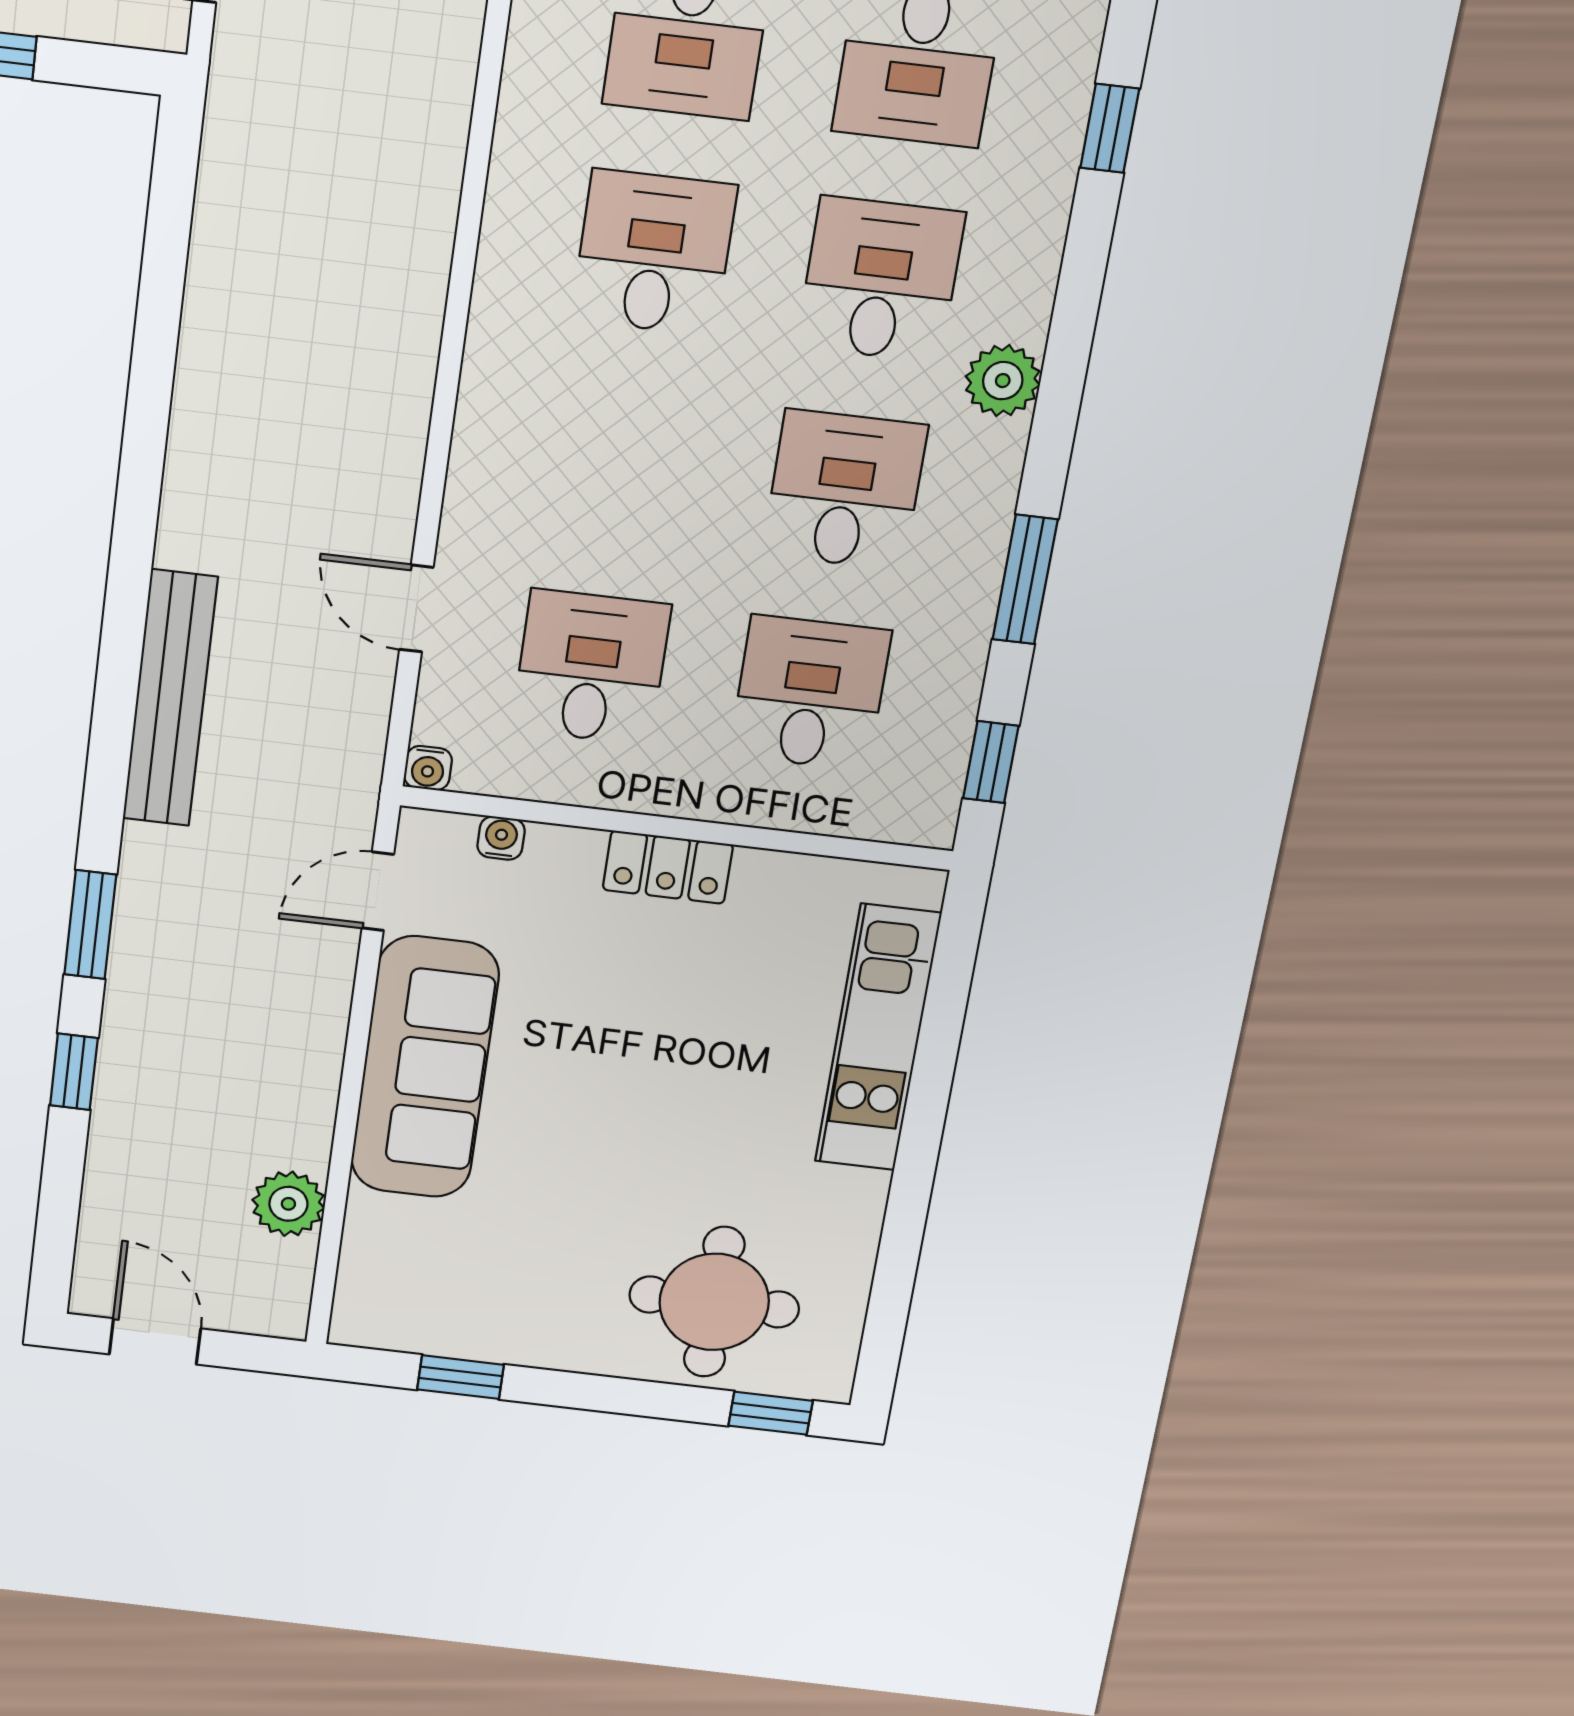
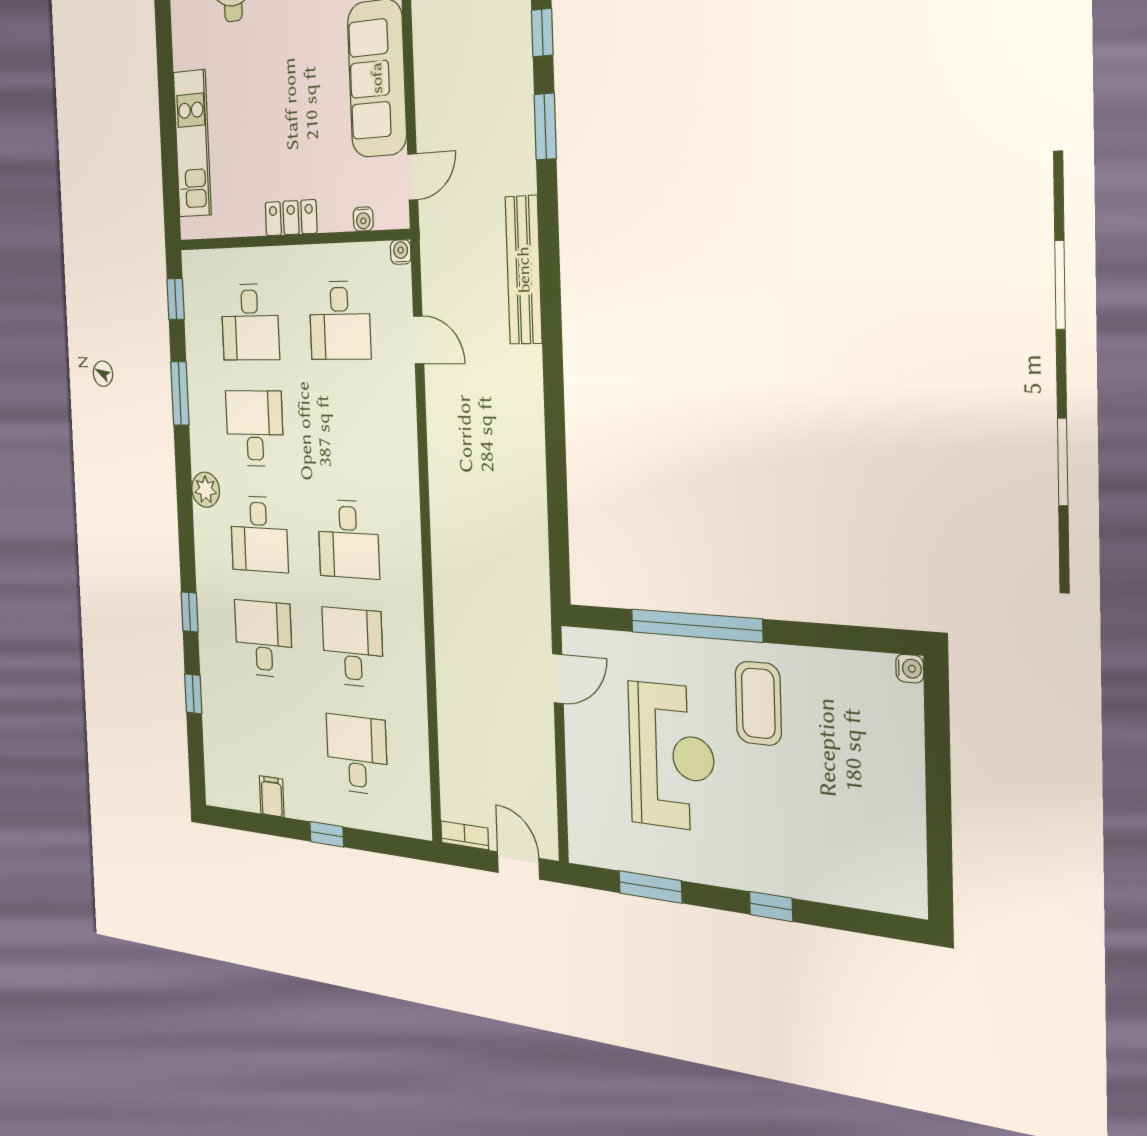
desk: (845, 490) -> (255, 428), turned 180

